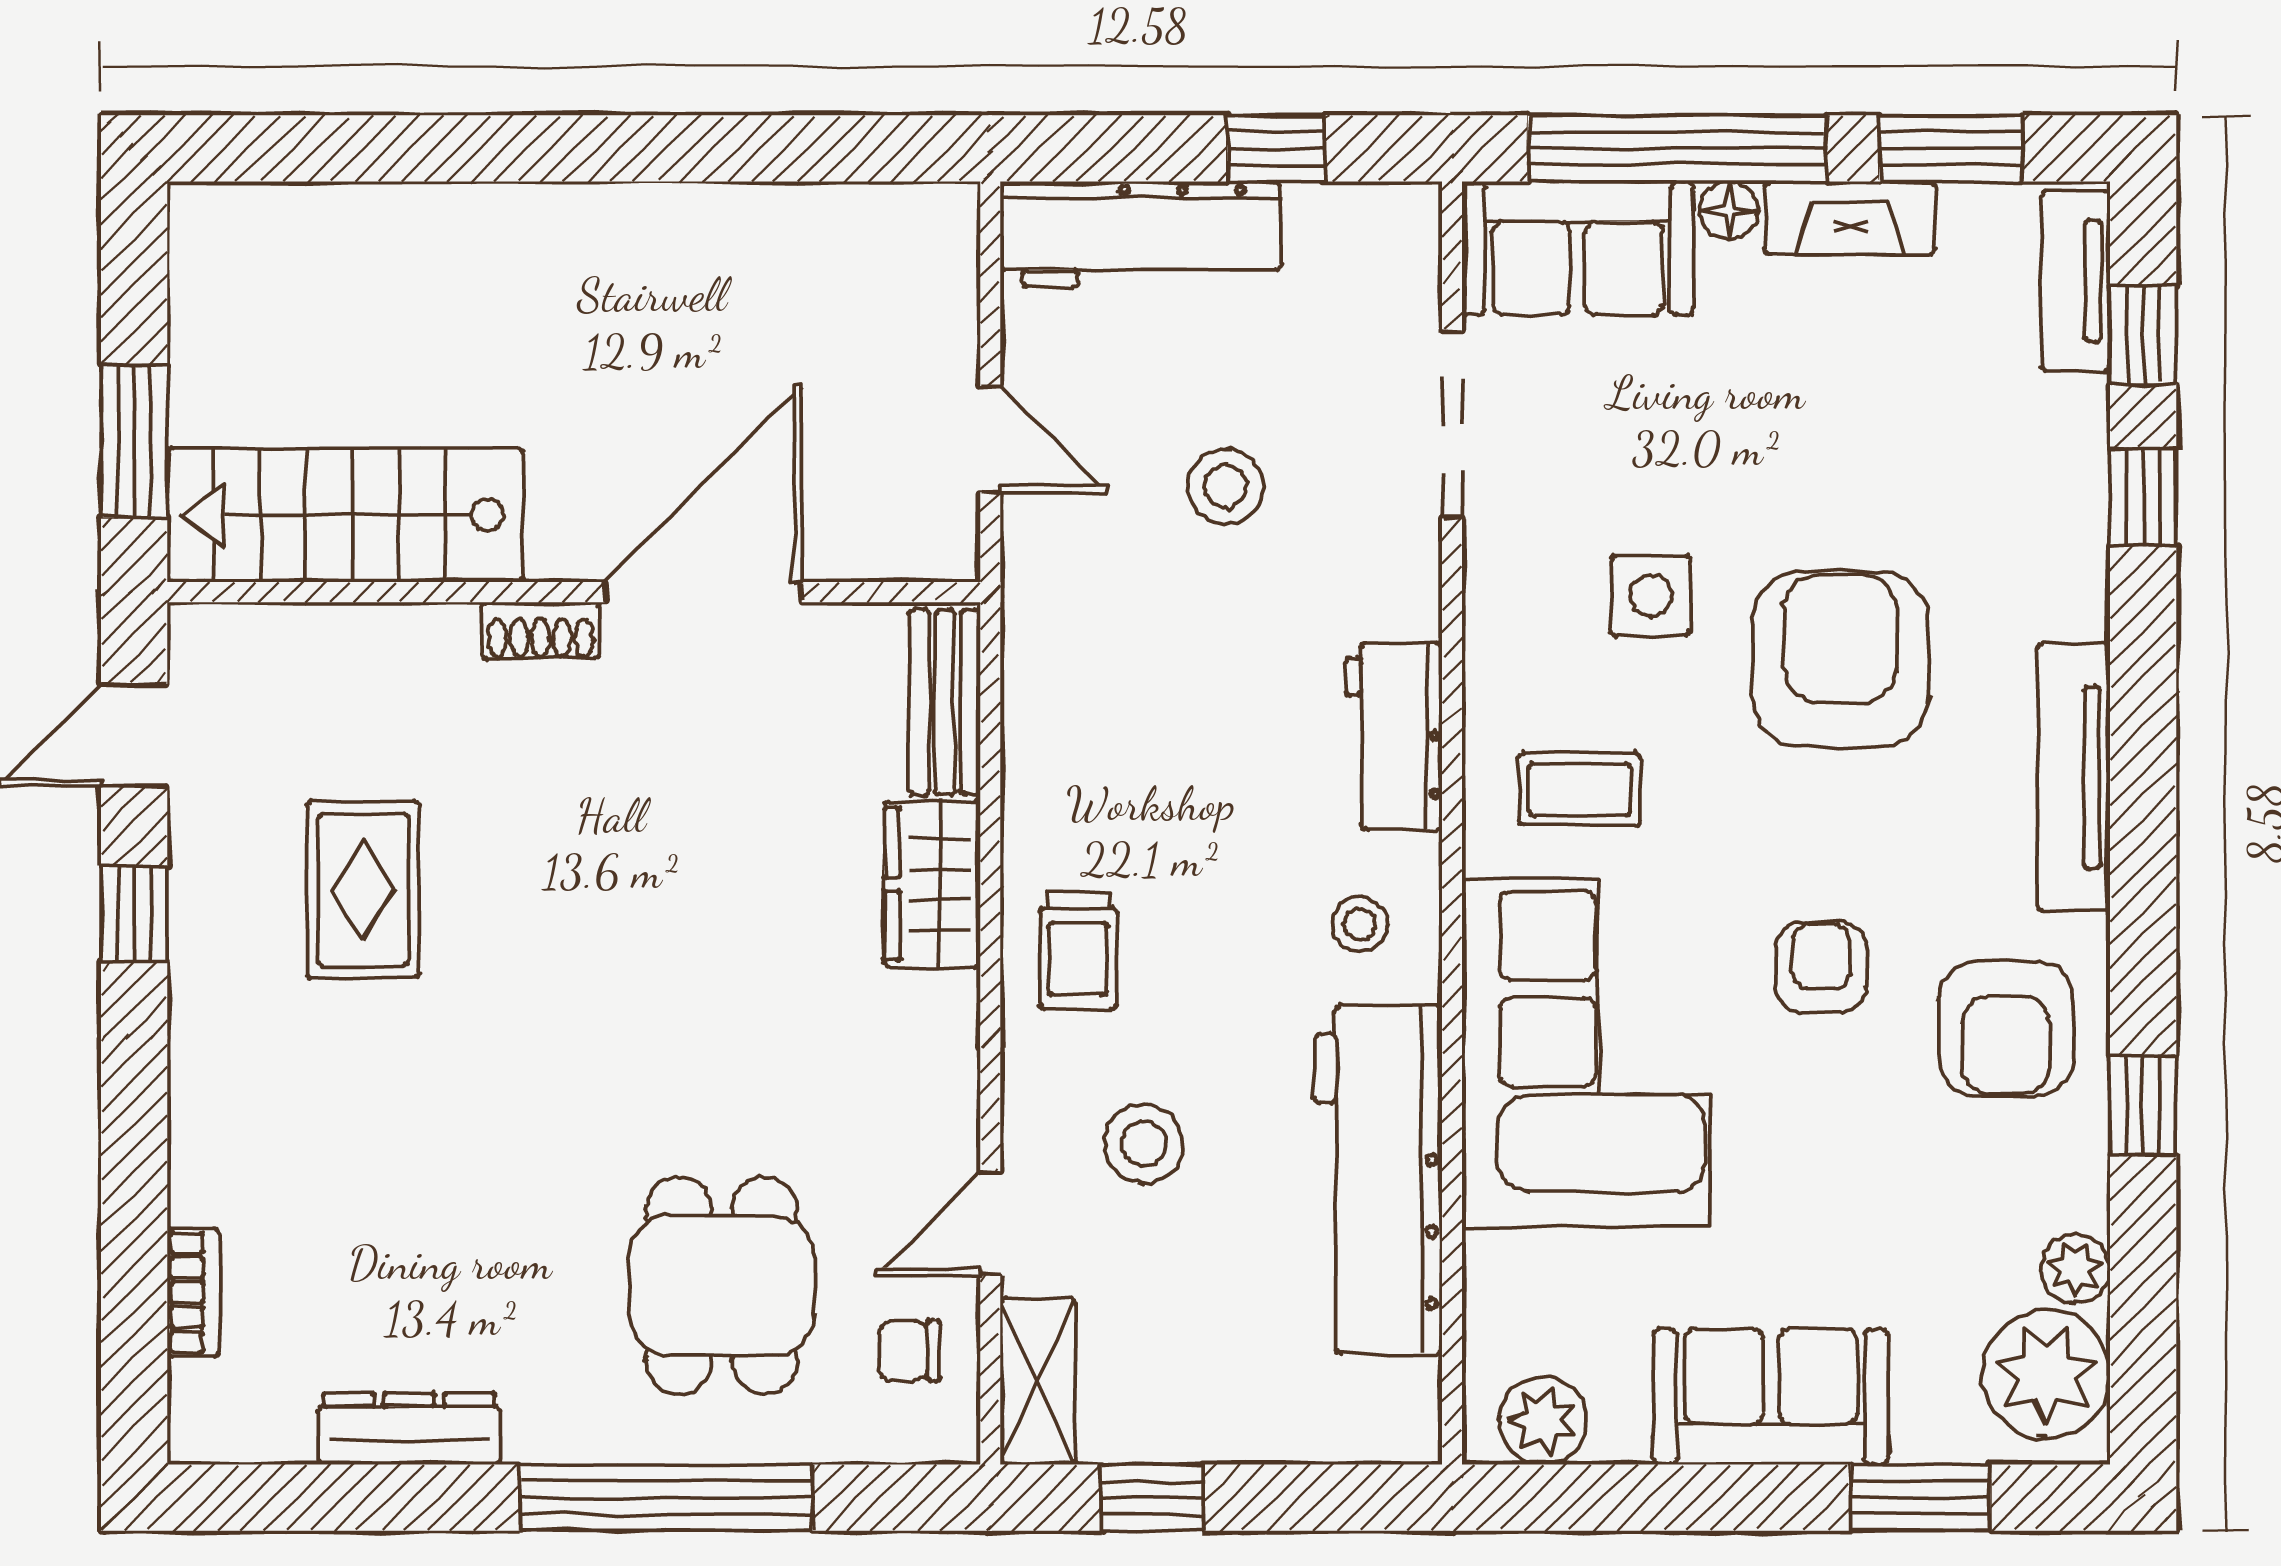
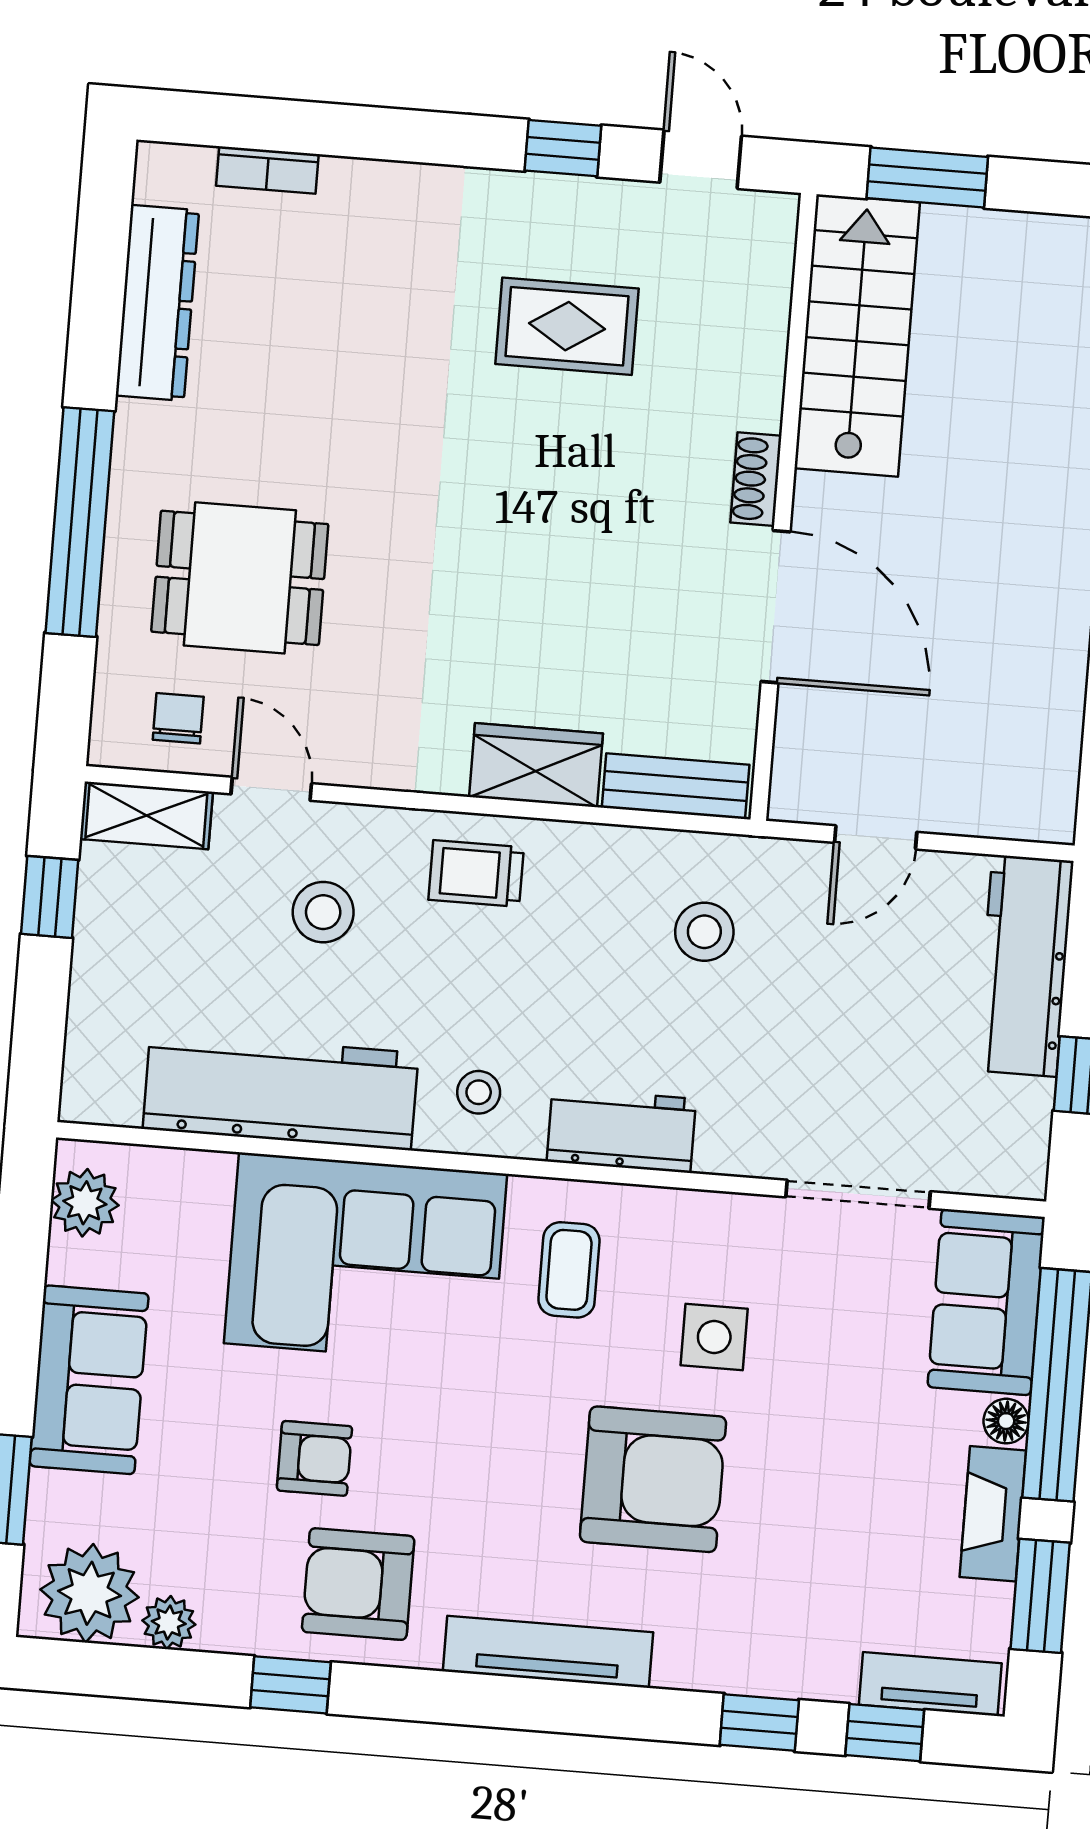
stool: (1225, 487) -> (704, 932), moved
armchair: (1821, 967) -> (314, 1458), moved
dresser: (409, 1429) -> (157, 303), width x1.37, depth x1.24

